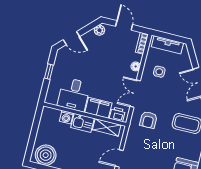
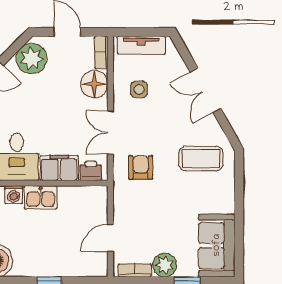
plant: (99, 30) -> (31, 58), width x1.88, depth x1.88
floor lamp: (136, 66) -> (94, 84), width x1.89, depth x1.89
armchair: (148, 120) -> (141, 168), turned 180
shelving: (107, 127) -> (79, 195), removed

